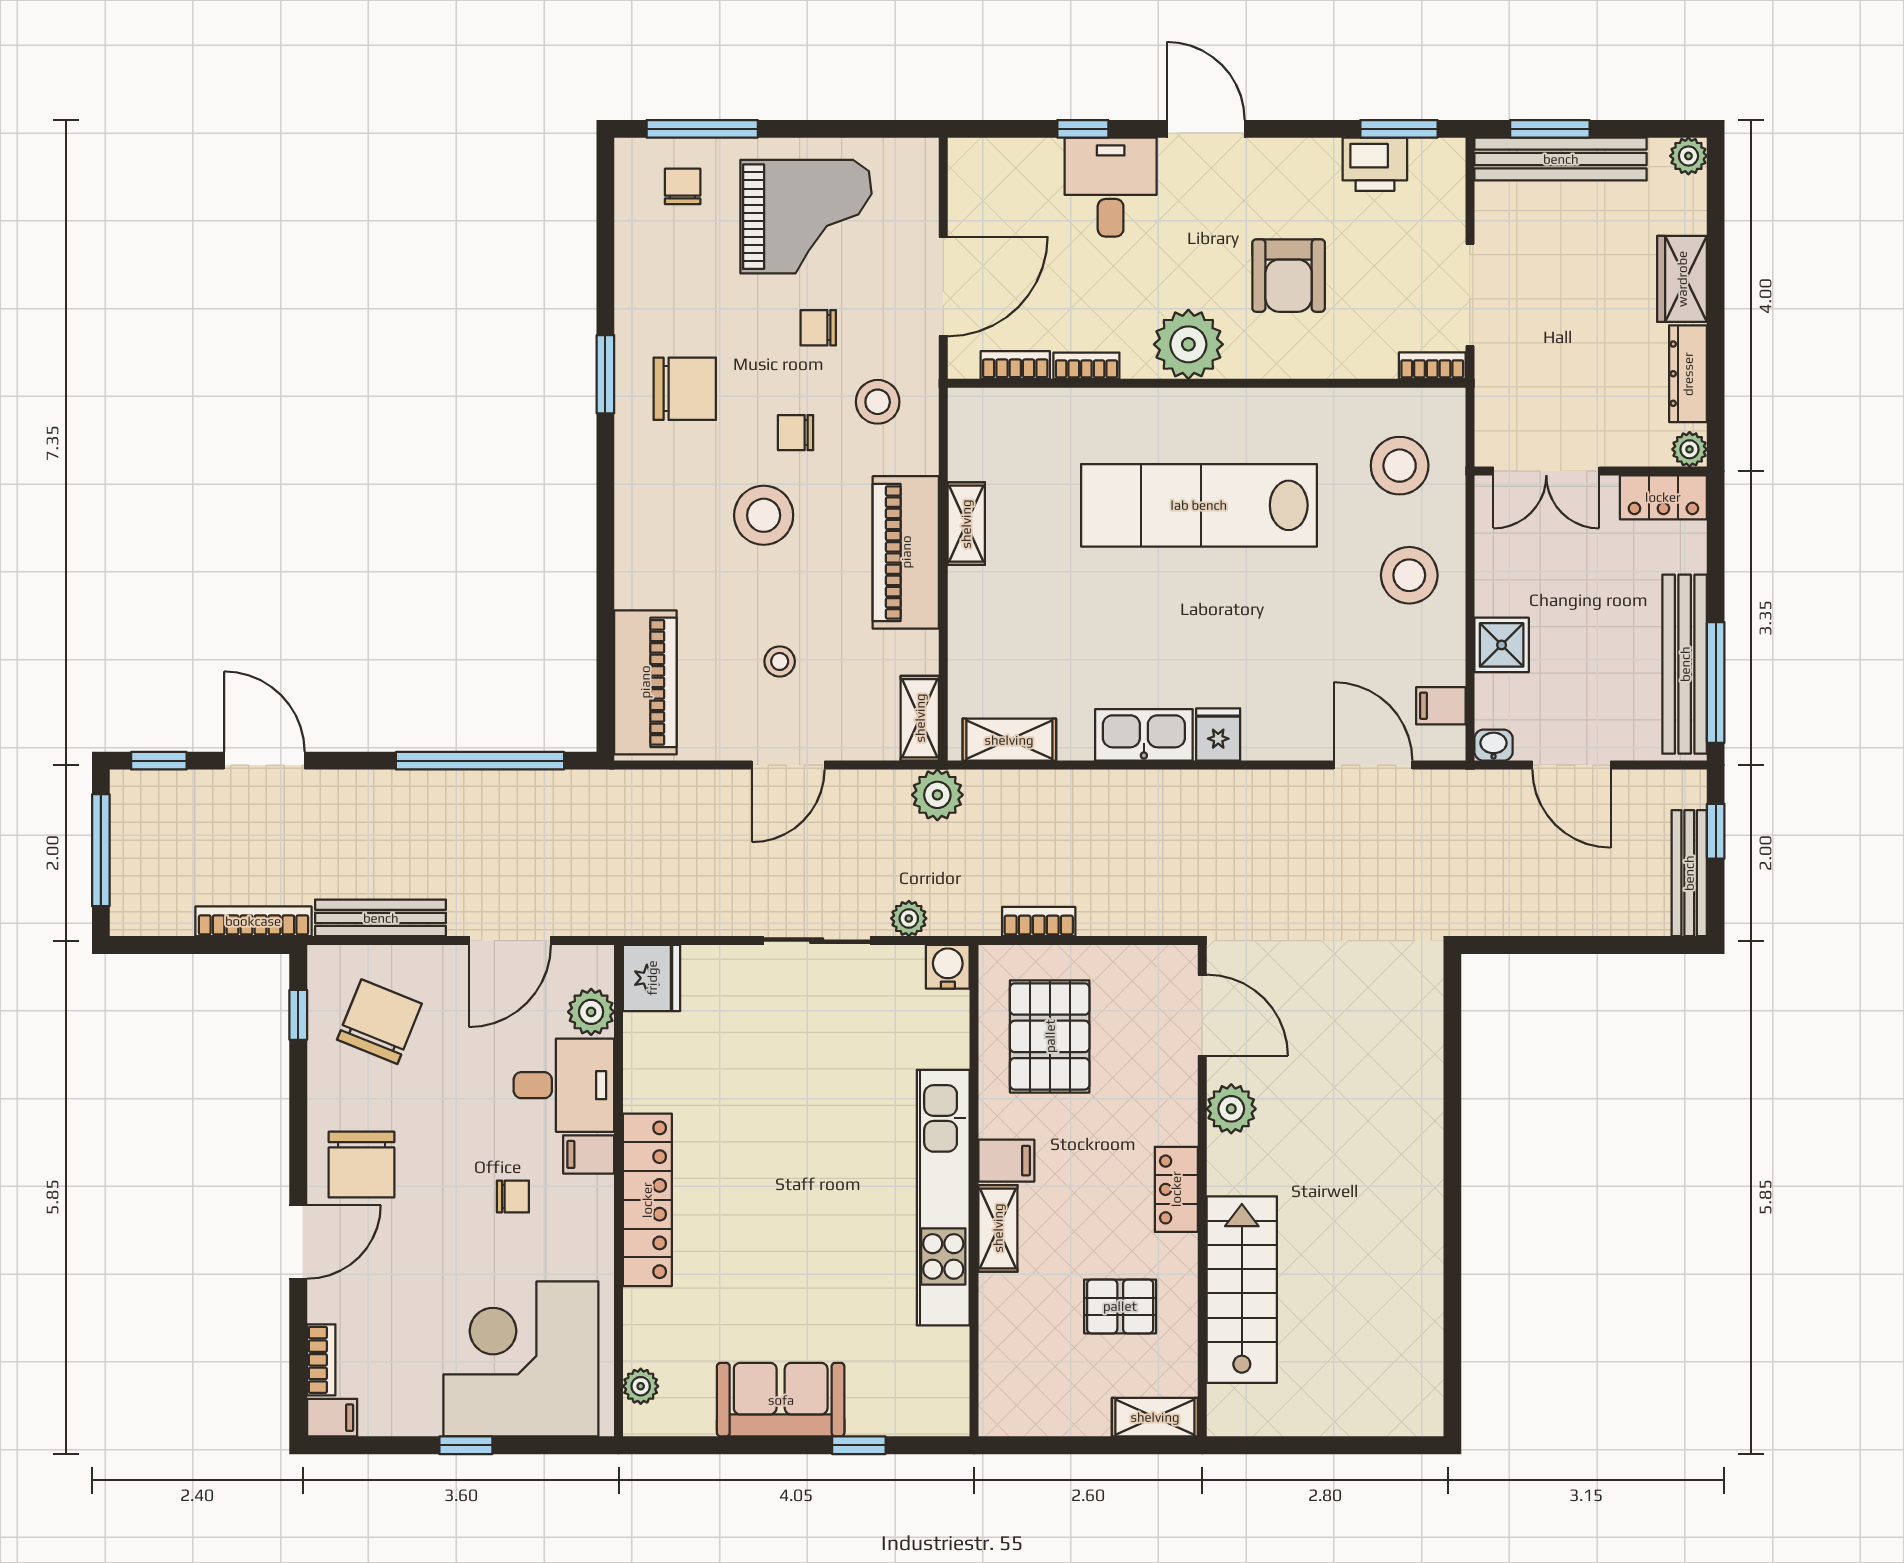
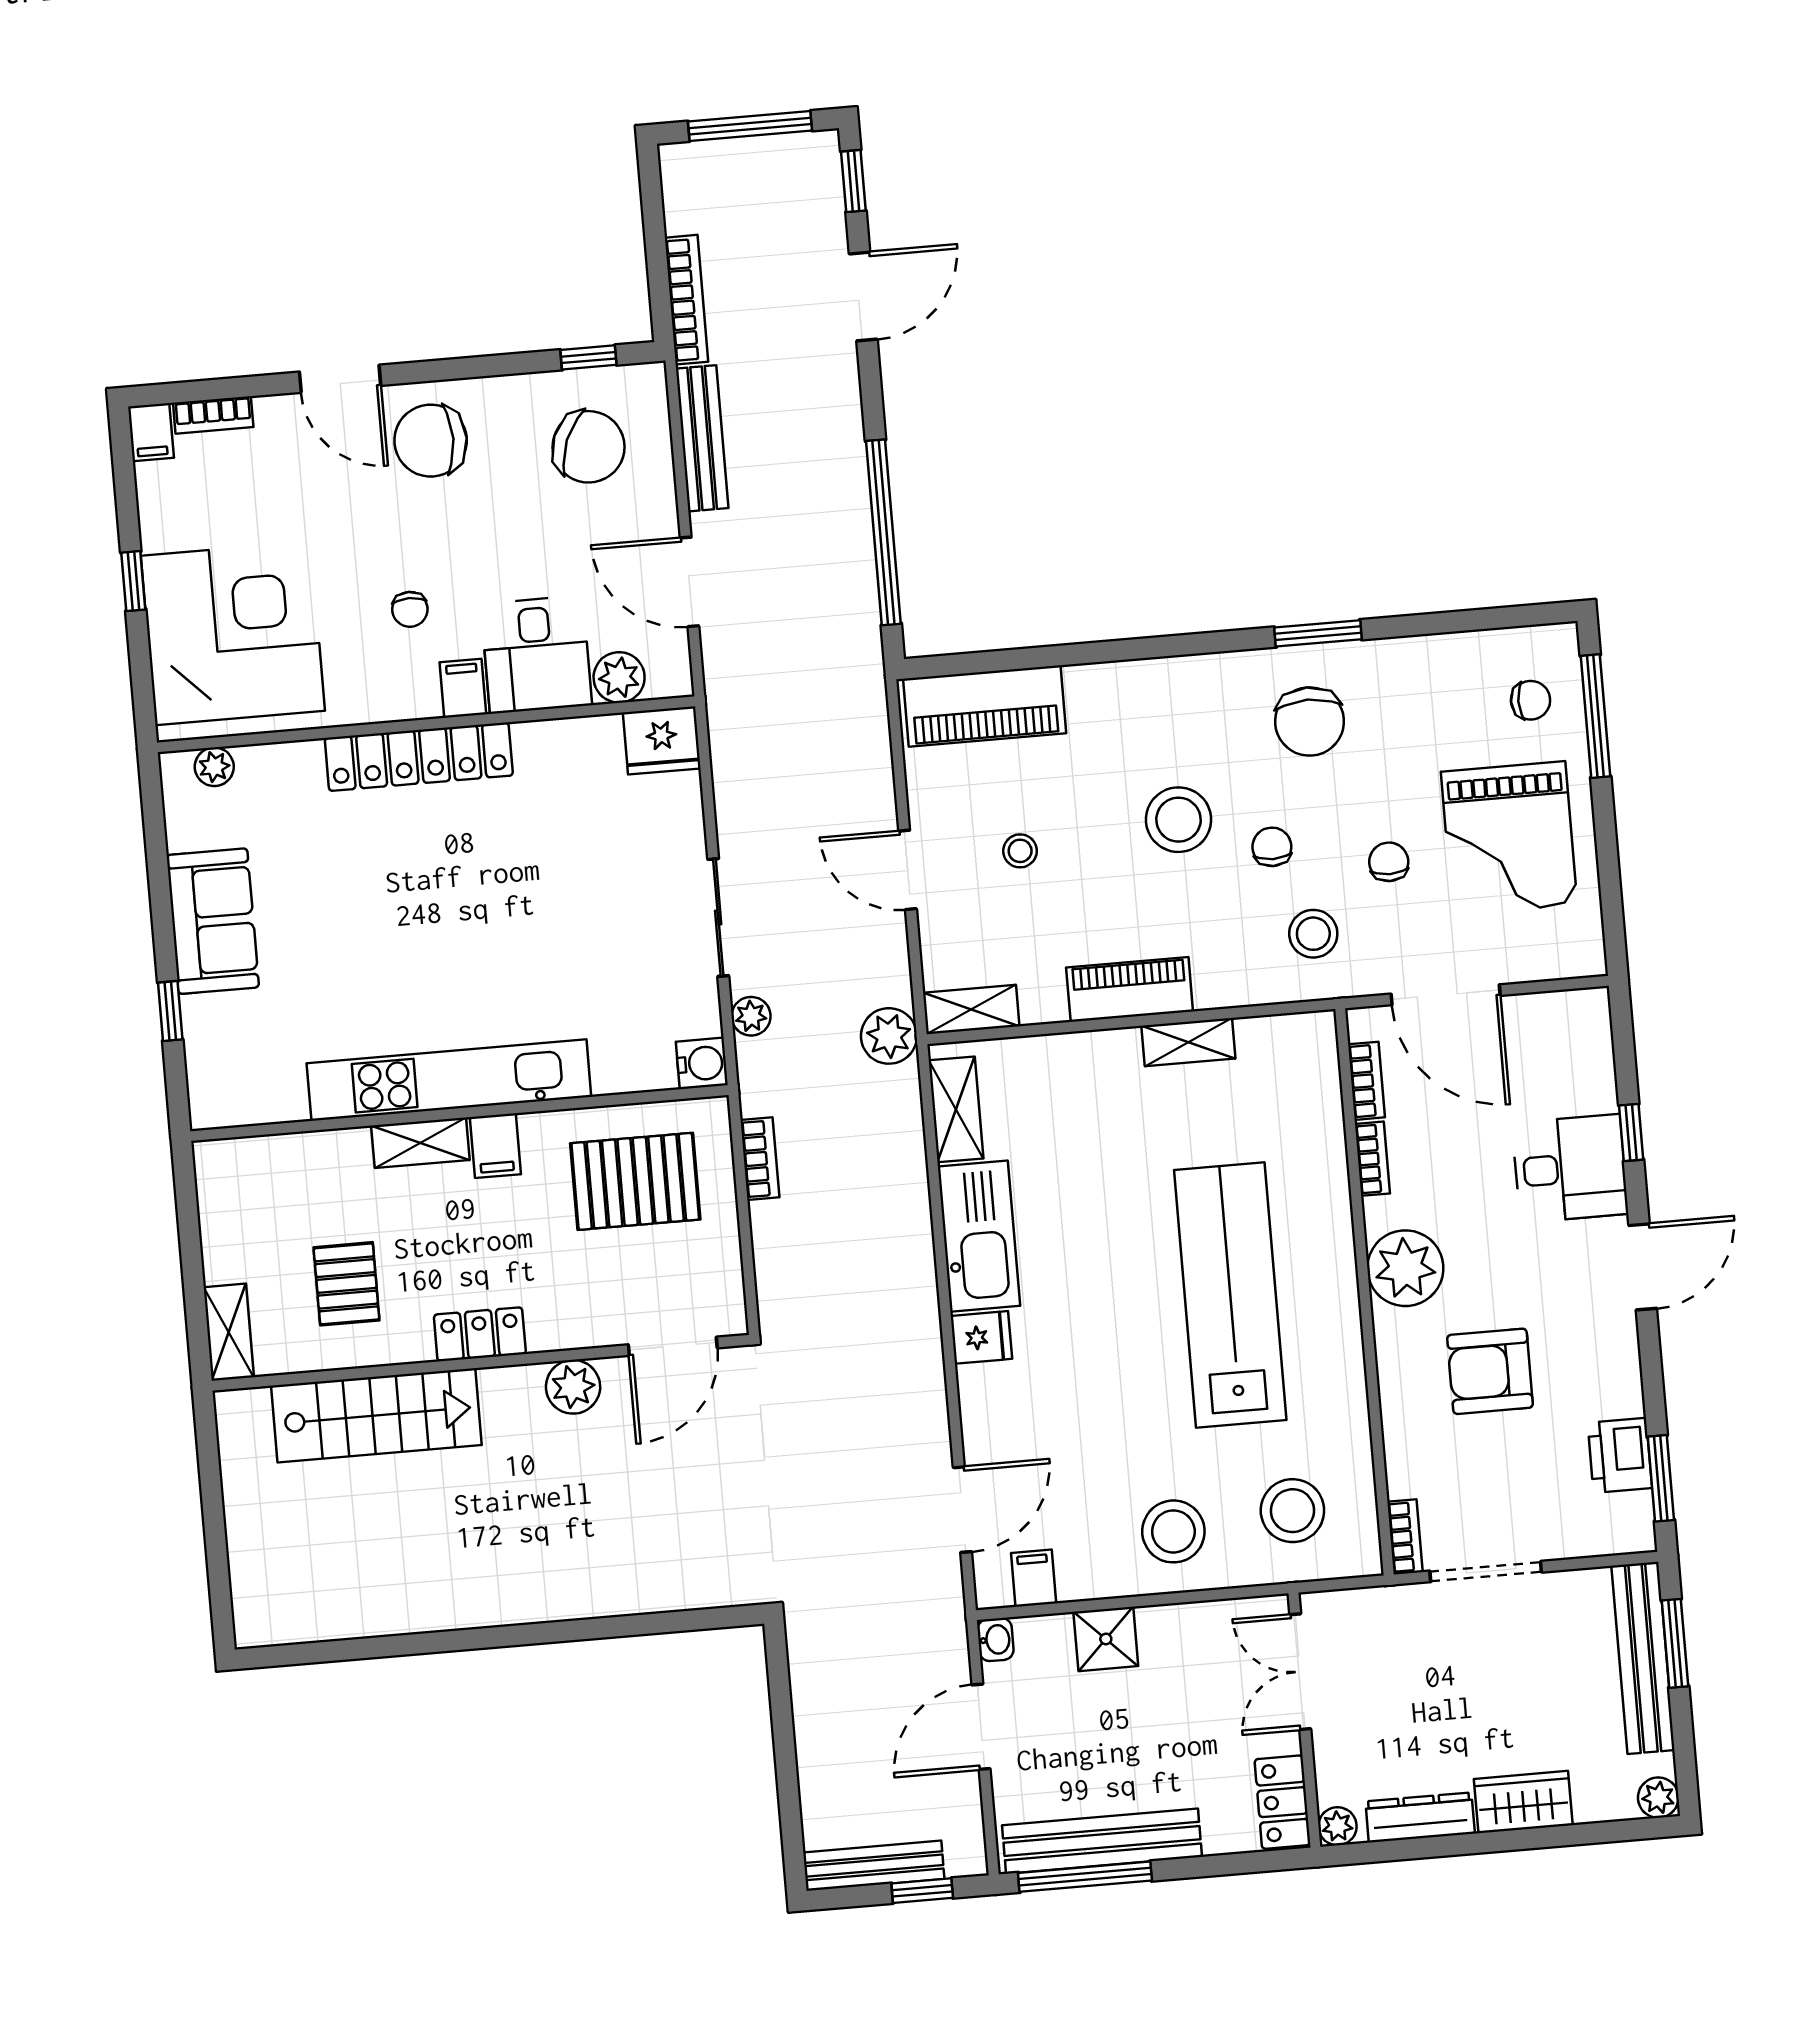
piano: (906, 552) -> (1130, 990), width x0.73, depth x0.75
kitchen sink: (1144, 735) -> (979, 1236), width x1.36, depth x1.24

